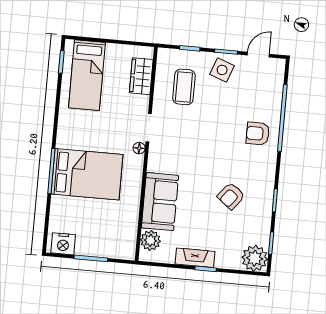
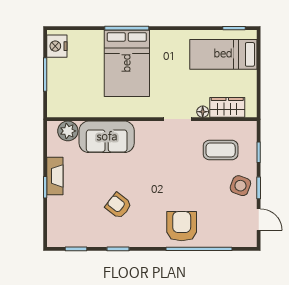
armchair: (258, 133) -> (182, 226), width x1.38, depth x1.38
floor lamp: (139, 148) -> (203, 112), moved
plant: (255, 258) -> (60, 234), removed

